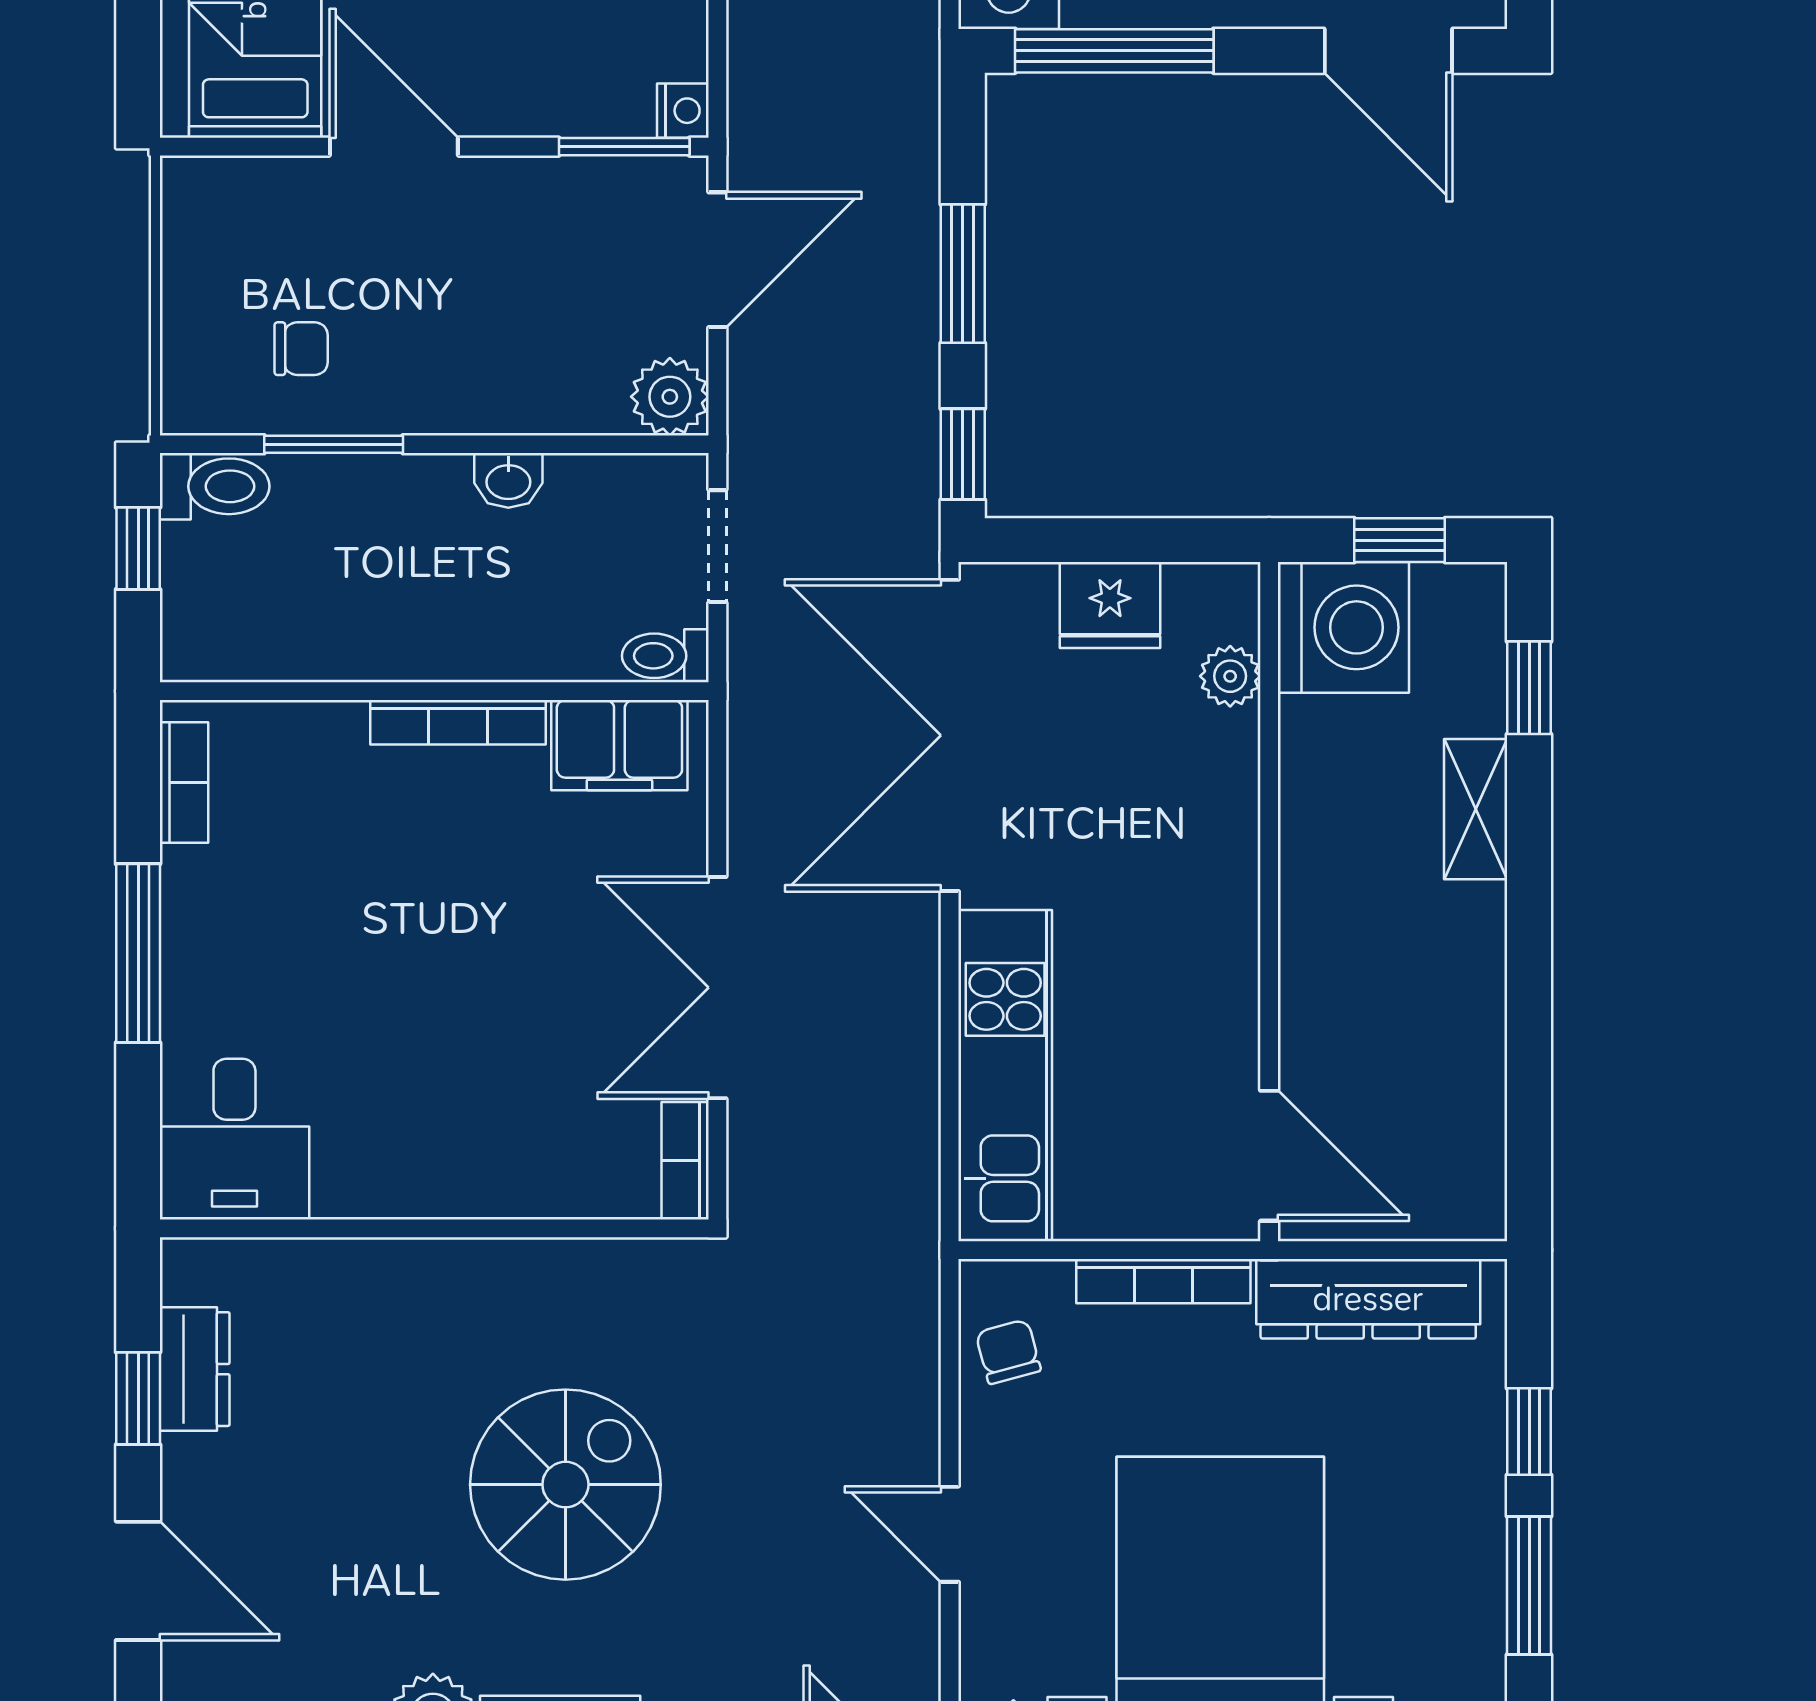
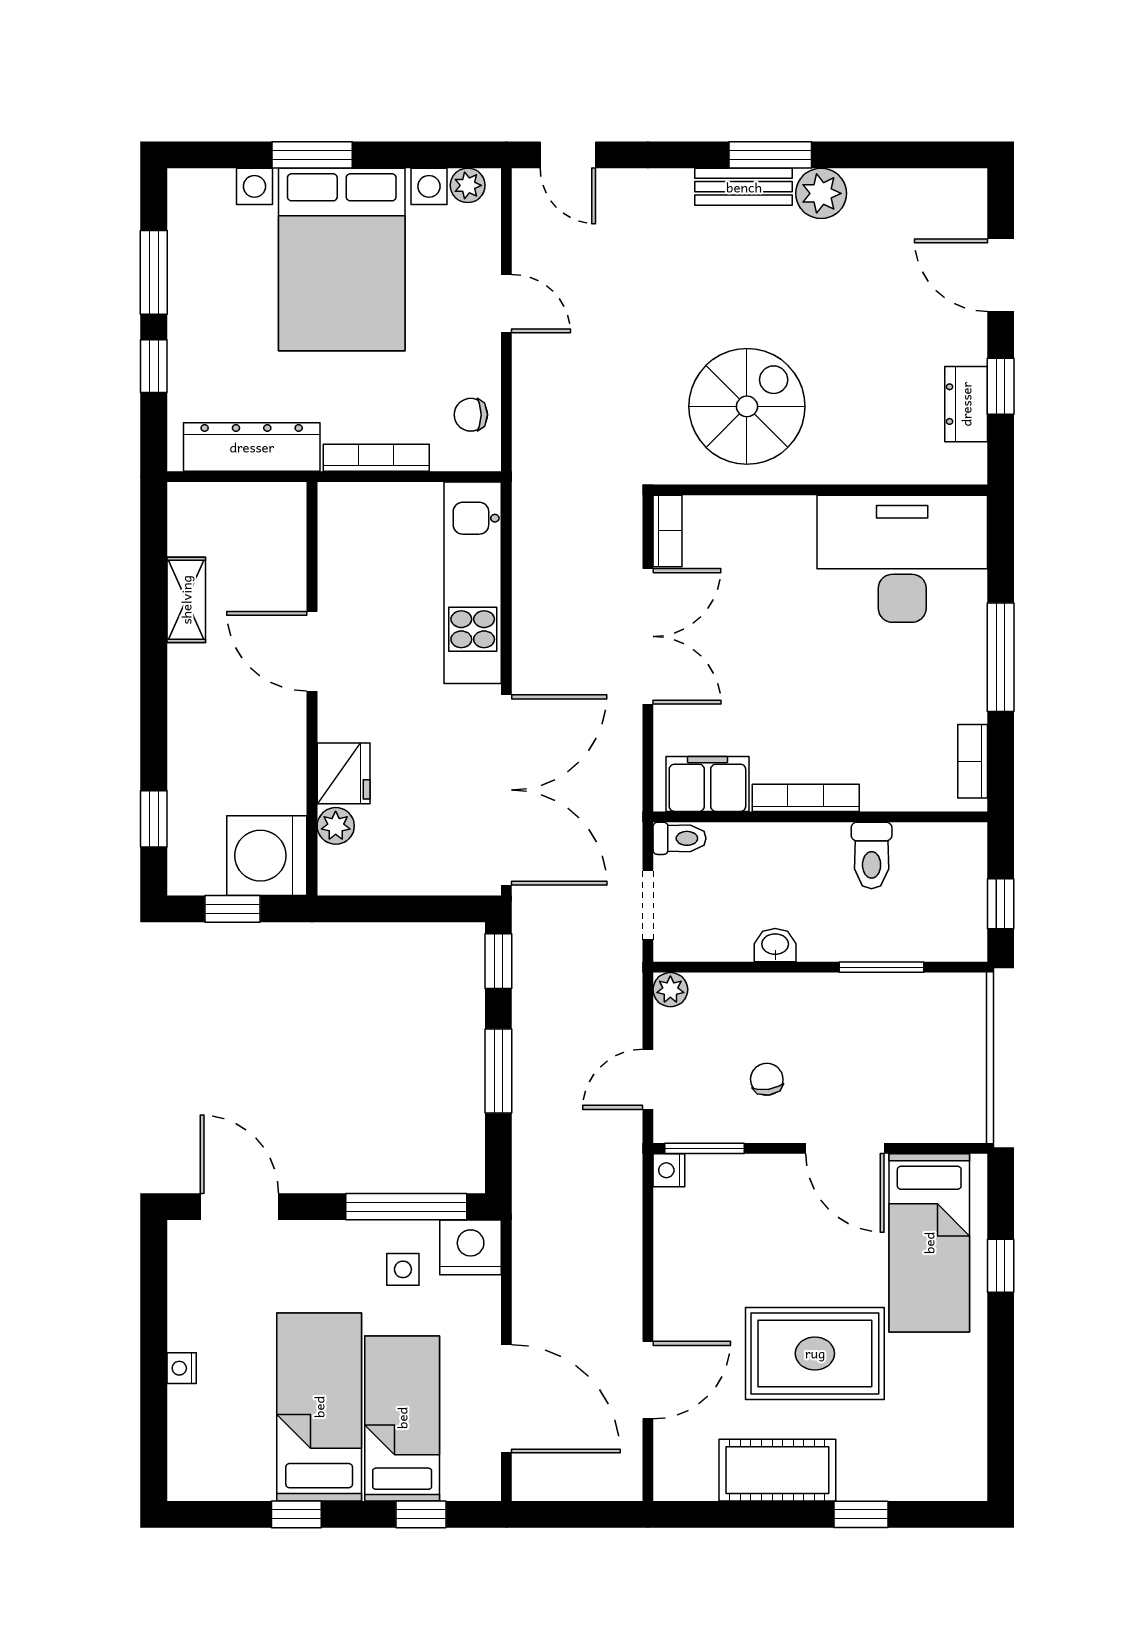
door: (717, 260) -> (648, 1079), width x0.73
chair: (301, 349) -> (767, 1079), moved, turned 82
plant: (670, 397) -> (670, 990), width x0.73, depth x0.73
toilet: (215, 486) -> (872, 856), moved, turned -90
fridge: (1110, 605) -> (344, 773), moved, turned 90
shelving: (1476, 809) -> (186, 600), moved
desk: (234, 1139) -> (902, 559), width x1.87, depth x1.30
door: (1269, 1156) -> (312, 651), moved
chair: (1008, 1352) -> (471, 415), turned 105
spiral stairs: (565, 1485) -> (747, 406), moved, turned 180

